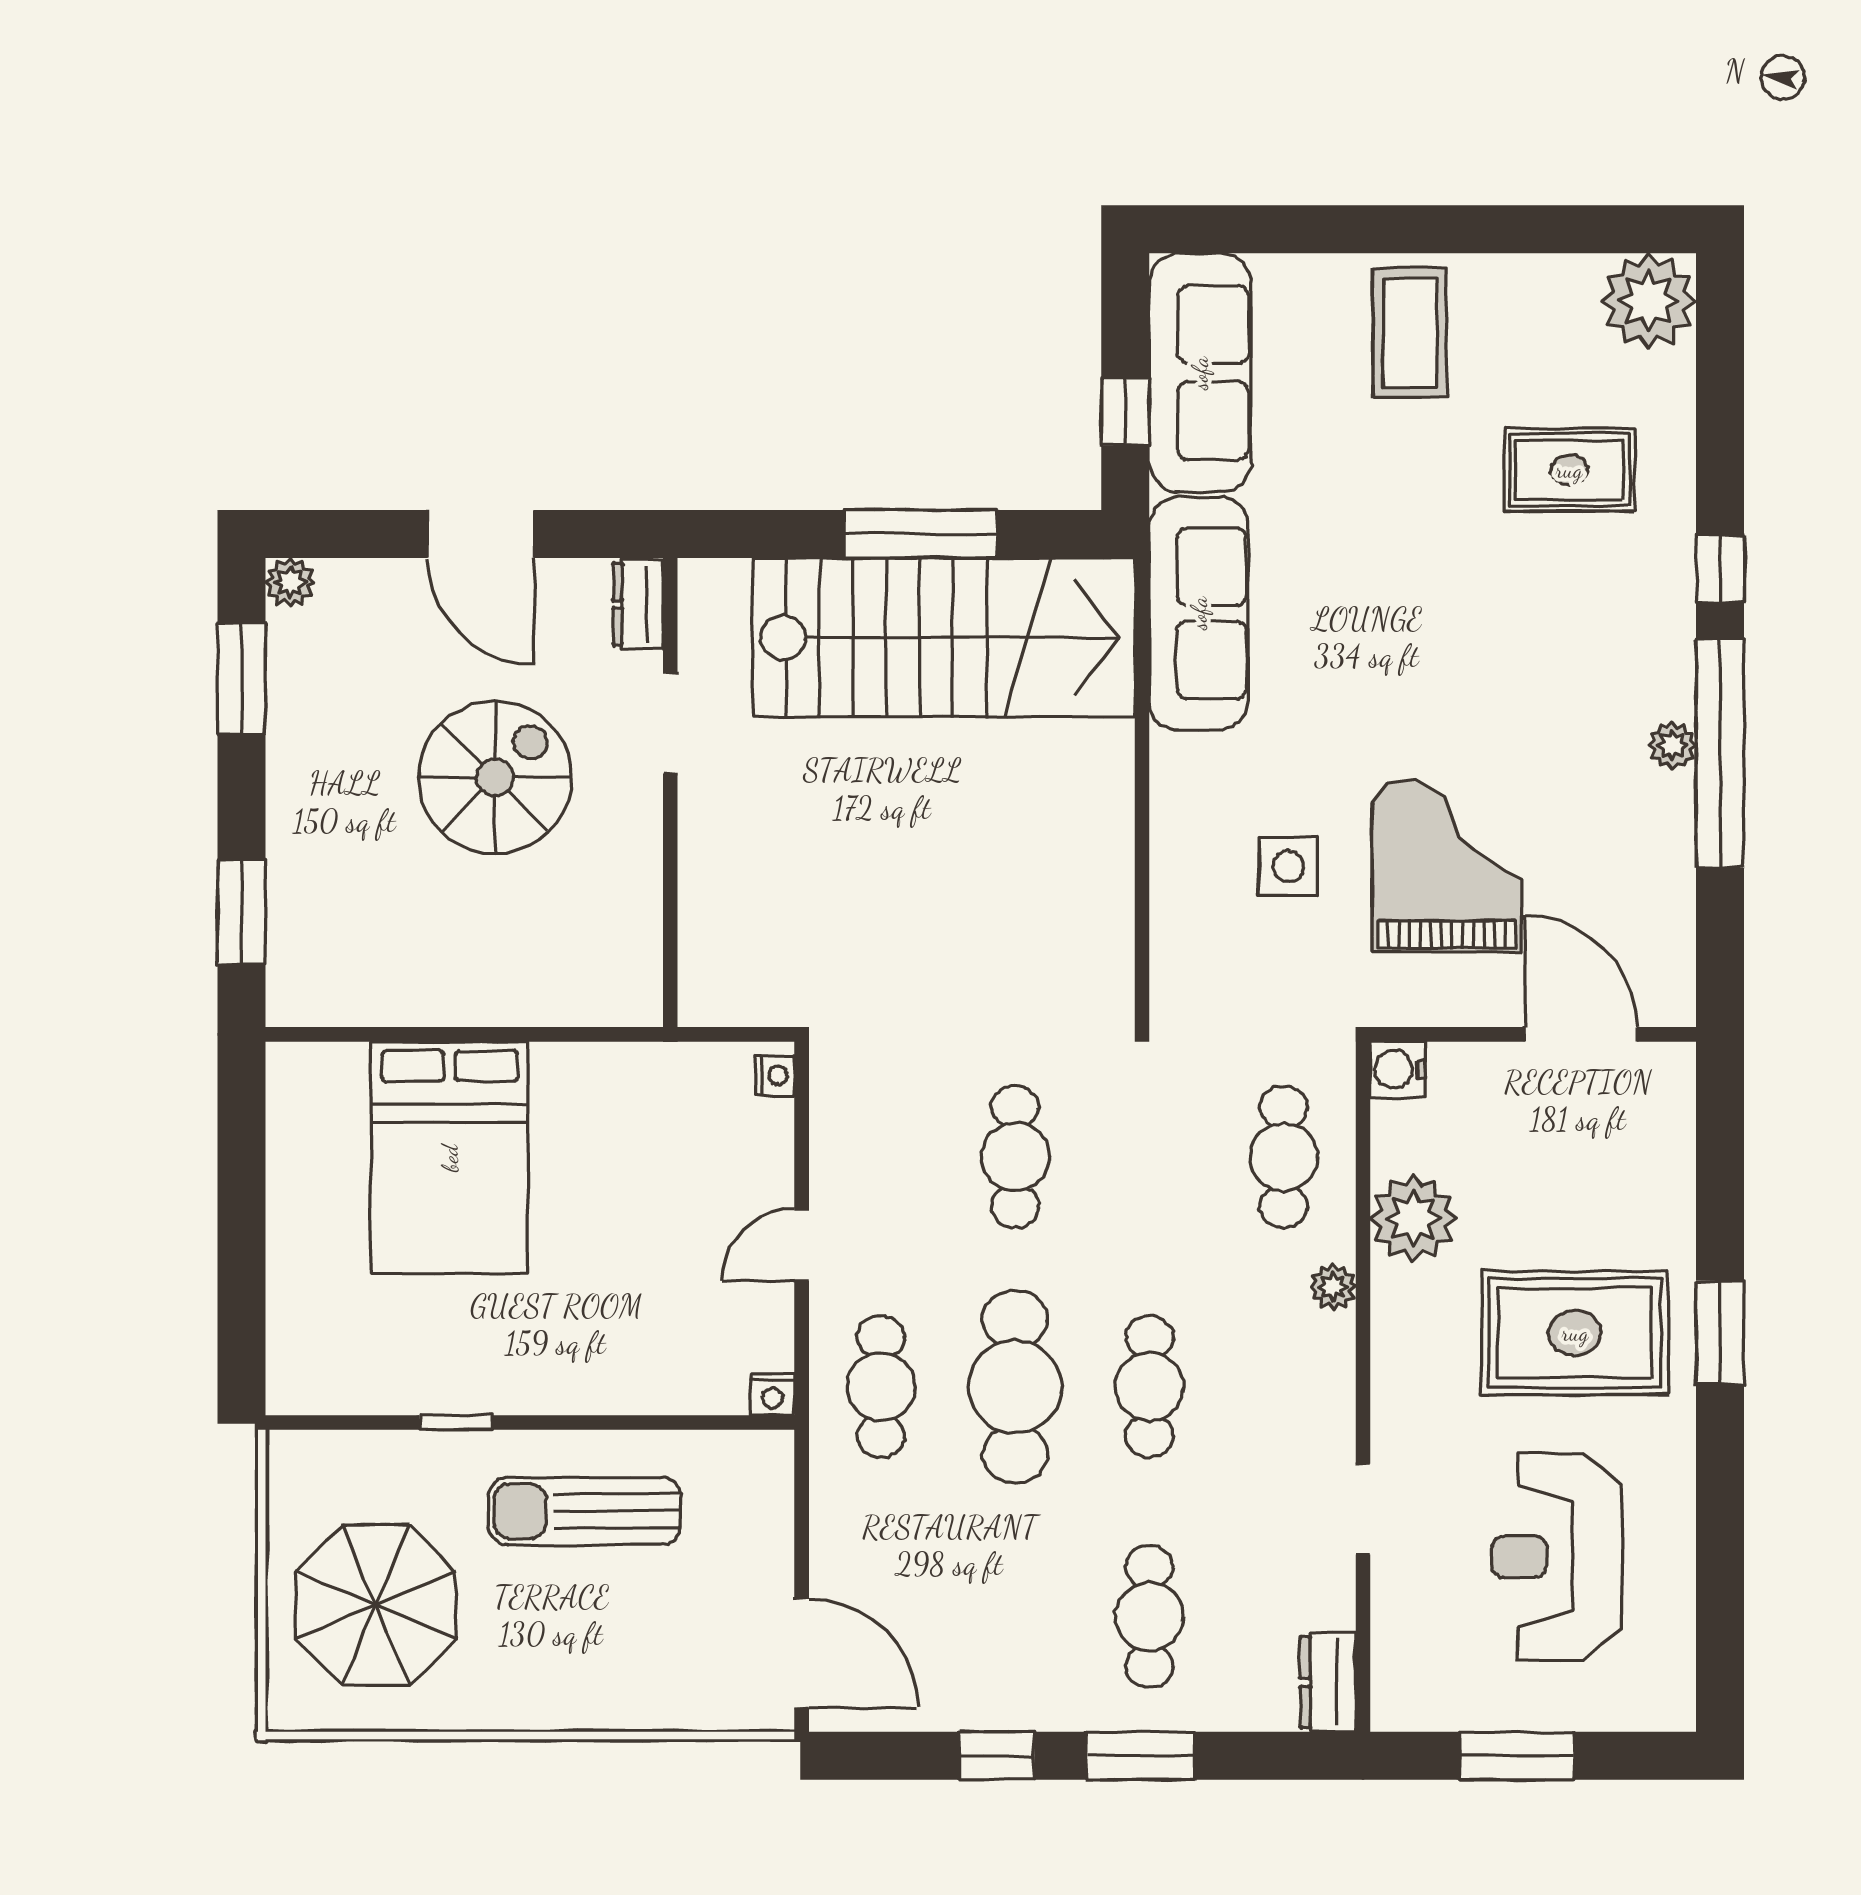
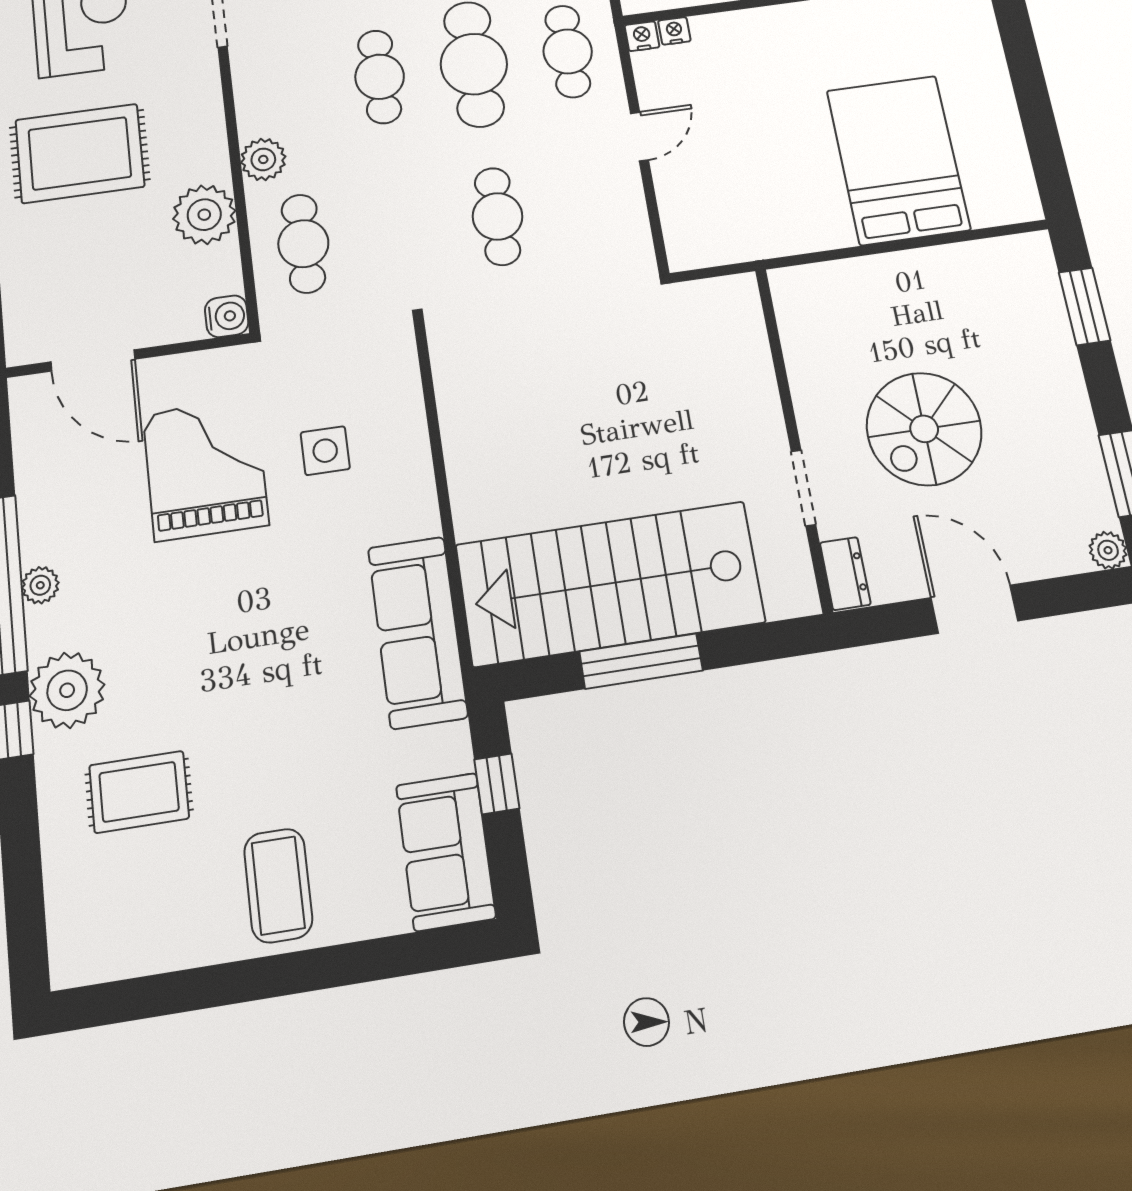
plant: (1649, 301) -> (67, 690), moved
sofa: (1200, 373) -> (446, 852), width x0.73
grand piano: (1447, 865) -> (206, 469), turned 180
nightstand: (775, 1075) -> (674, 31), moved, turned 90
plant: (1333, 1287) -> (263, 159), width x1.38, depth x1.38

